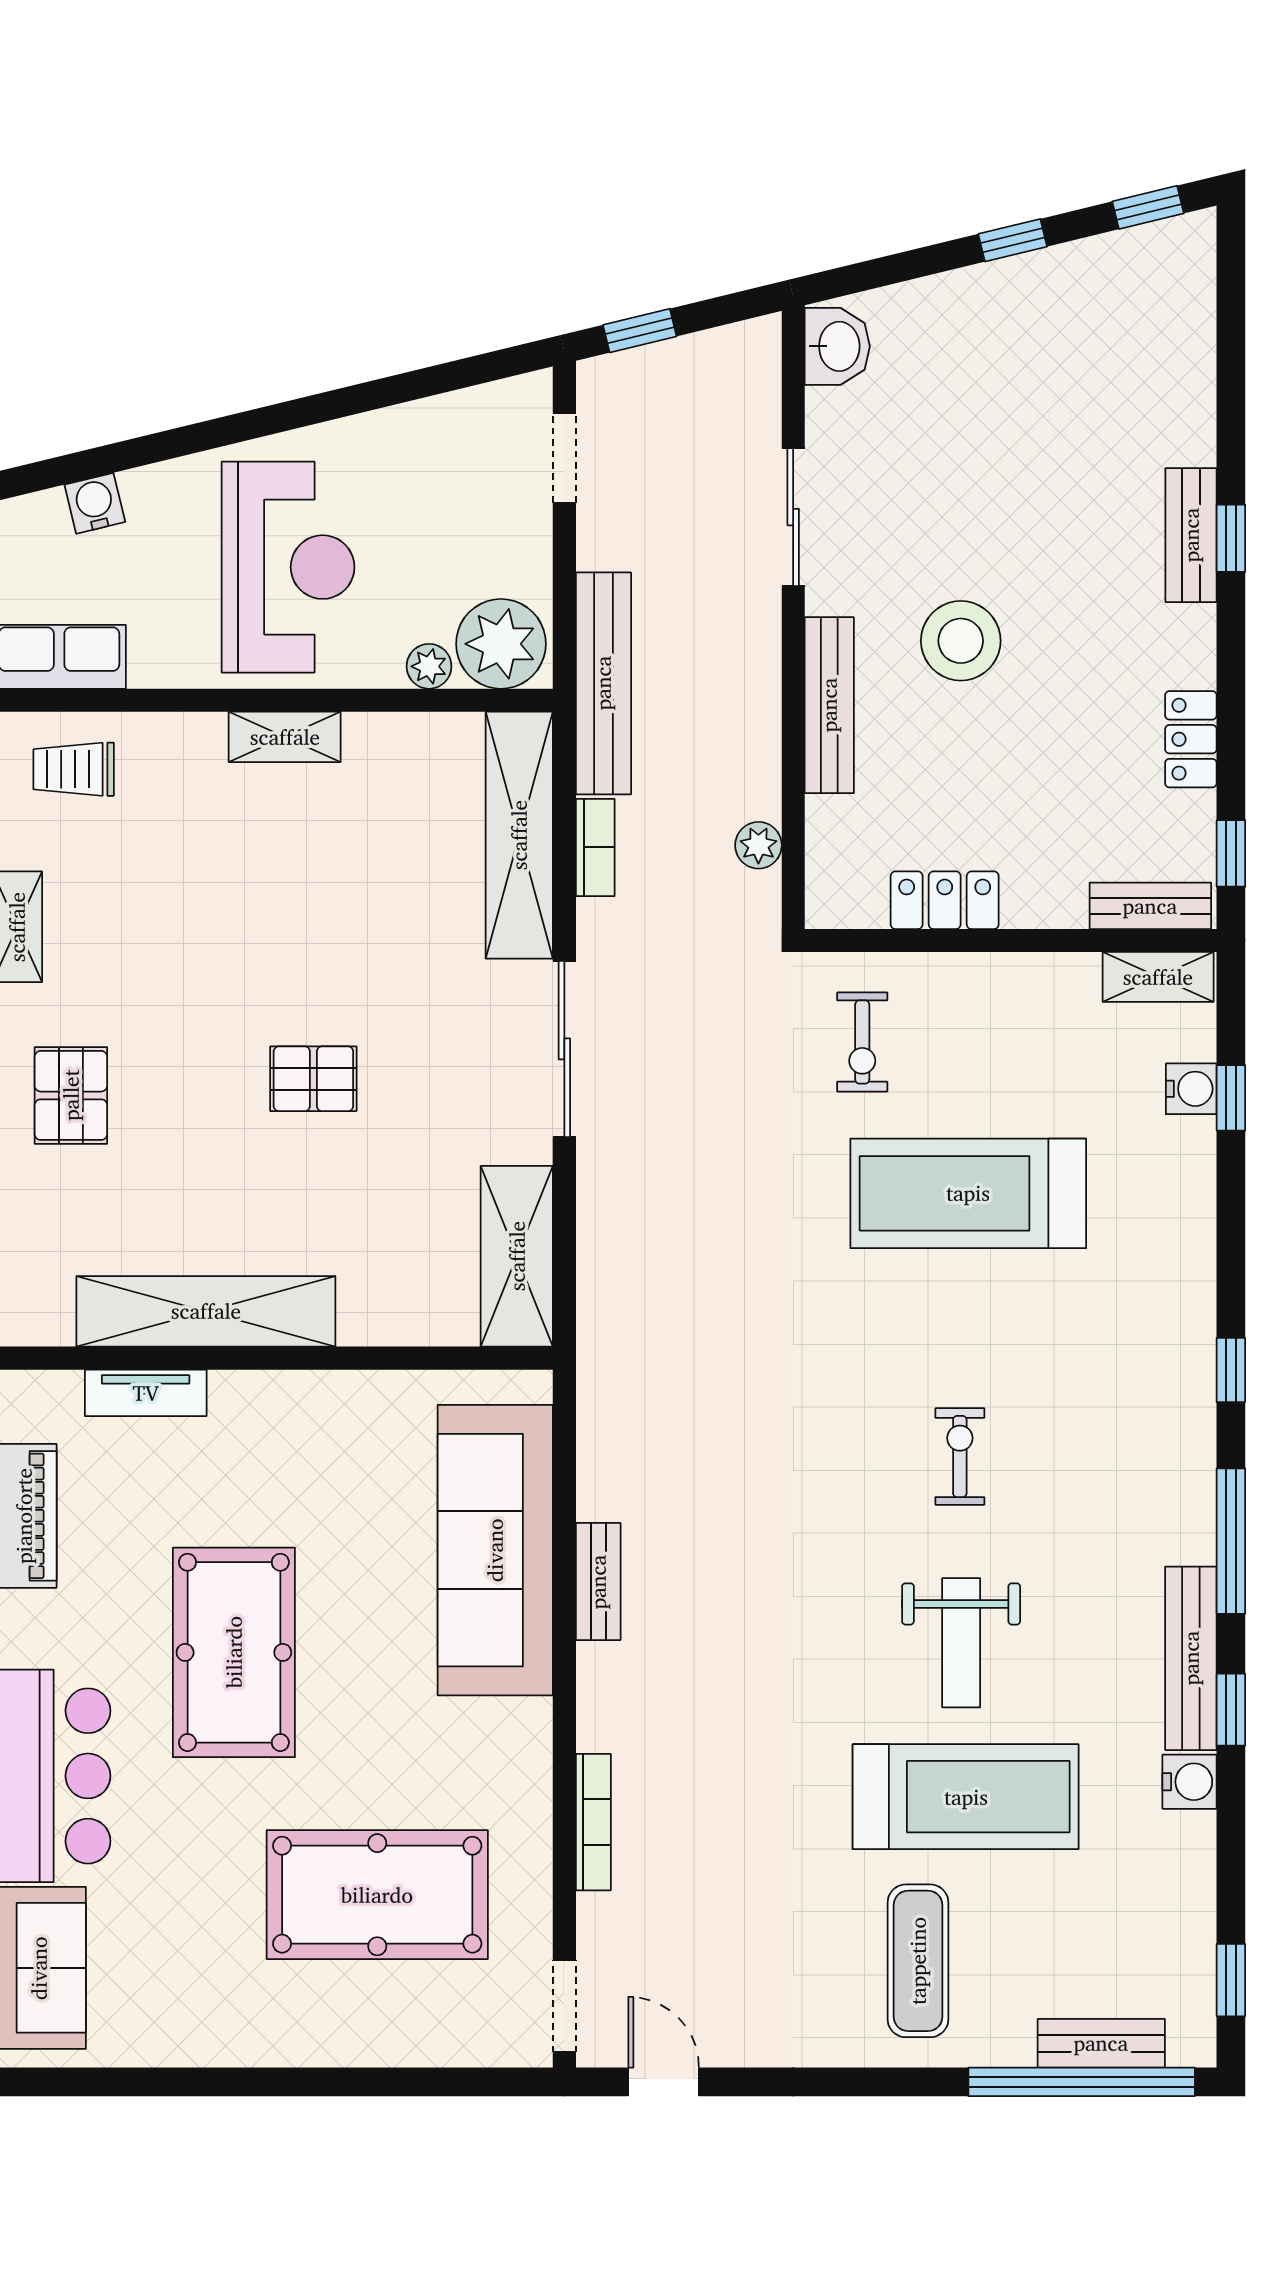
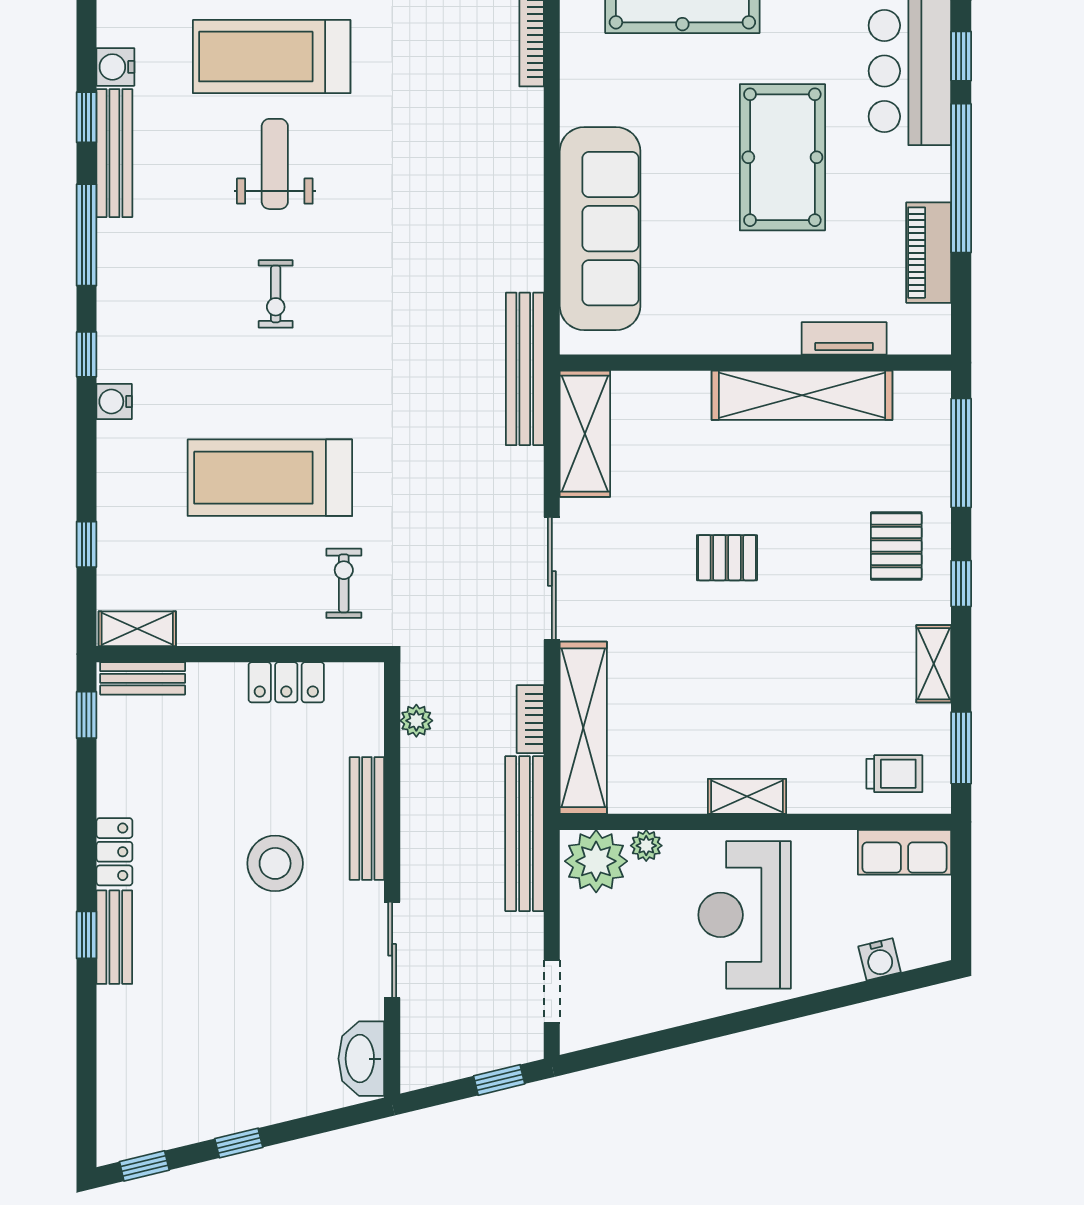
washbasin: (837, 346) -> (361, 1059), width x1.38
locker: (1191, 739) -> (114, 852), moved
water cooler: (1191, 1089) -> (114, 401), moved
treadmill: (968, 1193) -> (270, 478), turned 180
bench: (598, 1582) -> (525, 369), moved, width x1.86, depth x1.21

